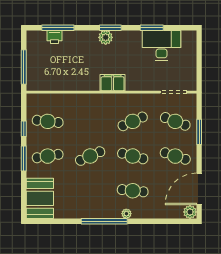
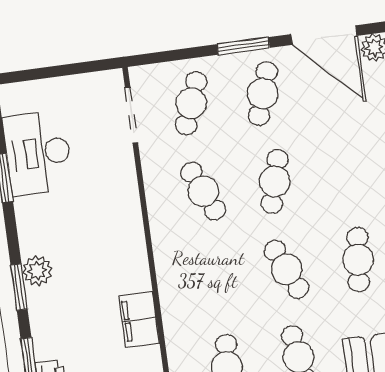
window: (110, 28) -> (19, 287), moved
filing cabinet: (113, 83) -> (139, 320), moved
window: (199, 132) -> (243, 46), moved
cafe table: (133, 191) -> (358, 260), moved

